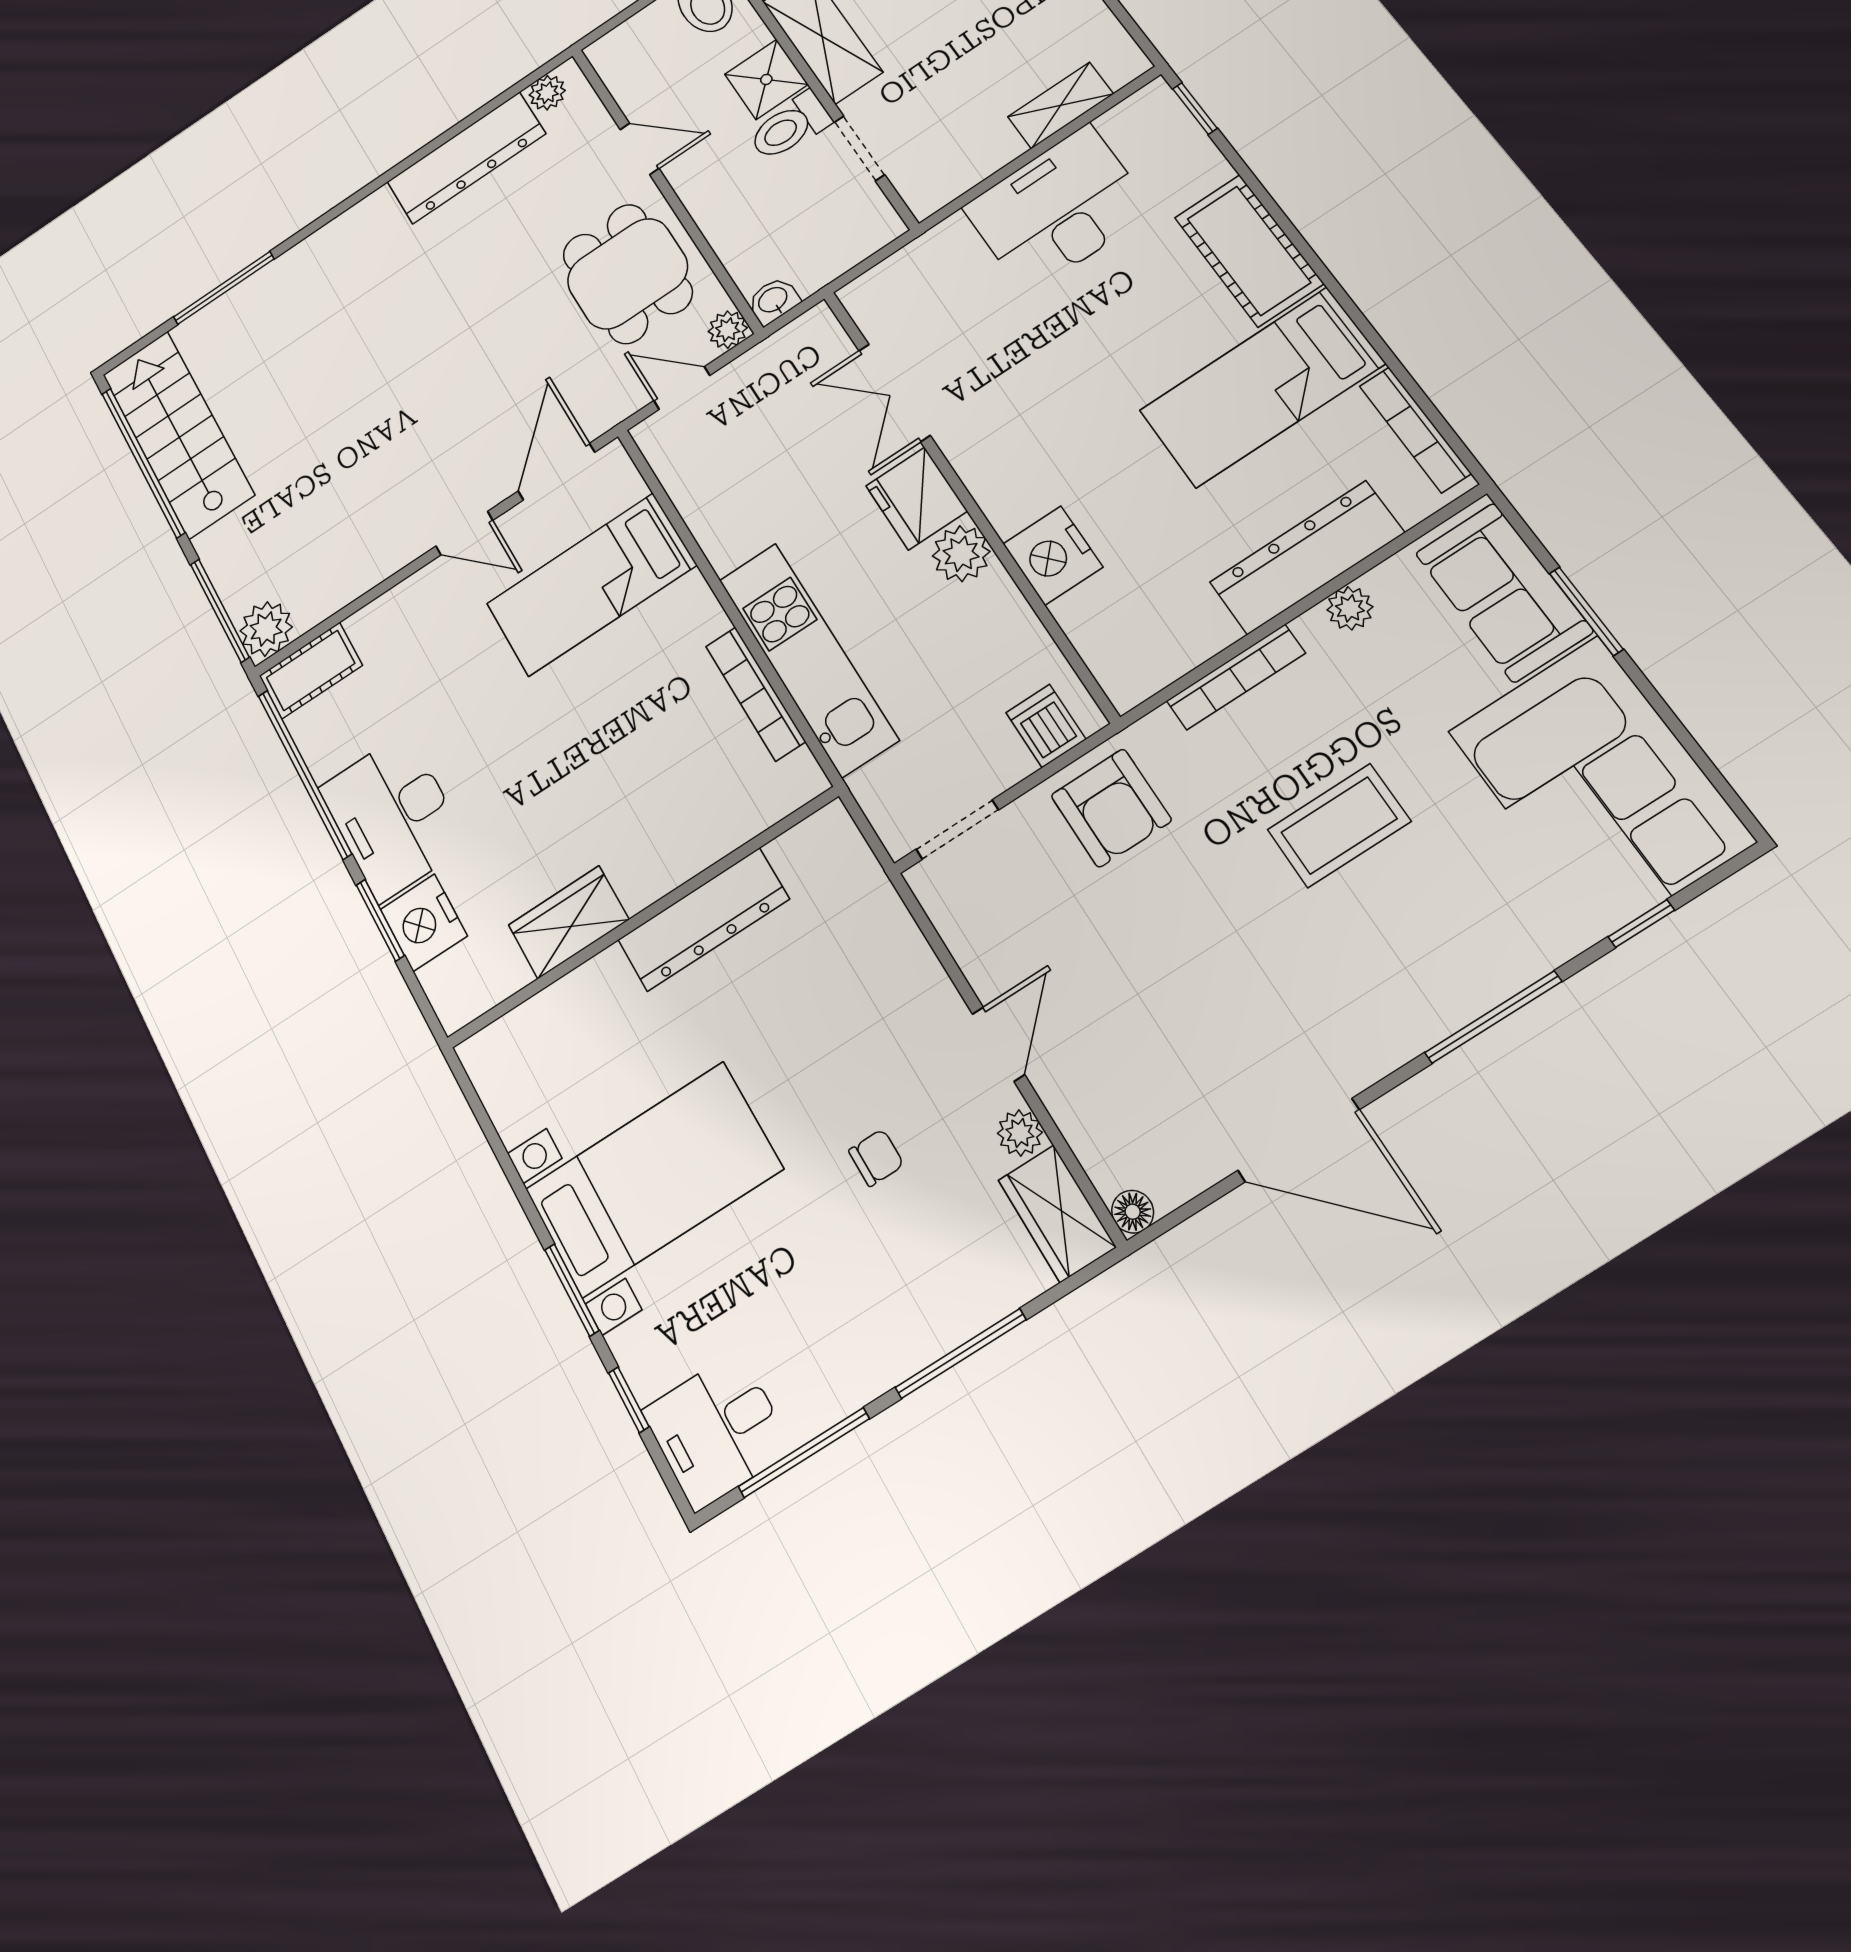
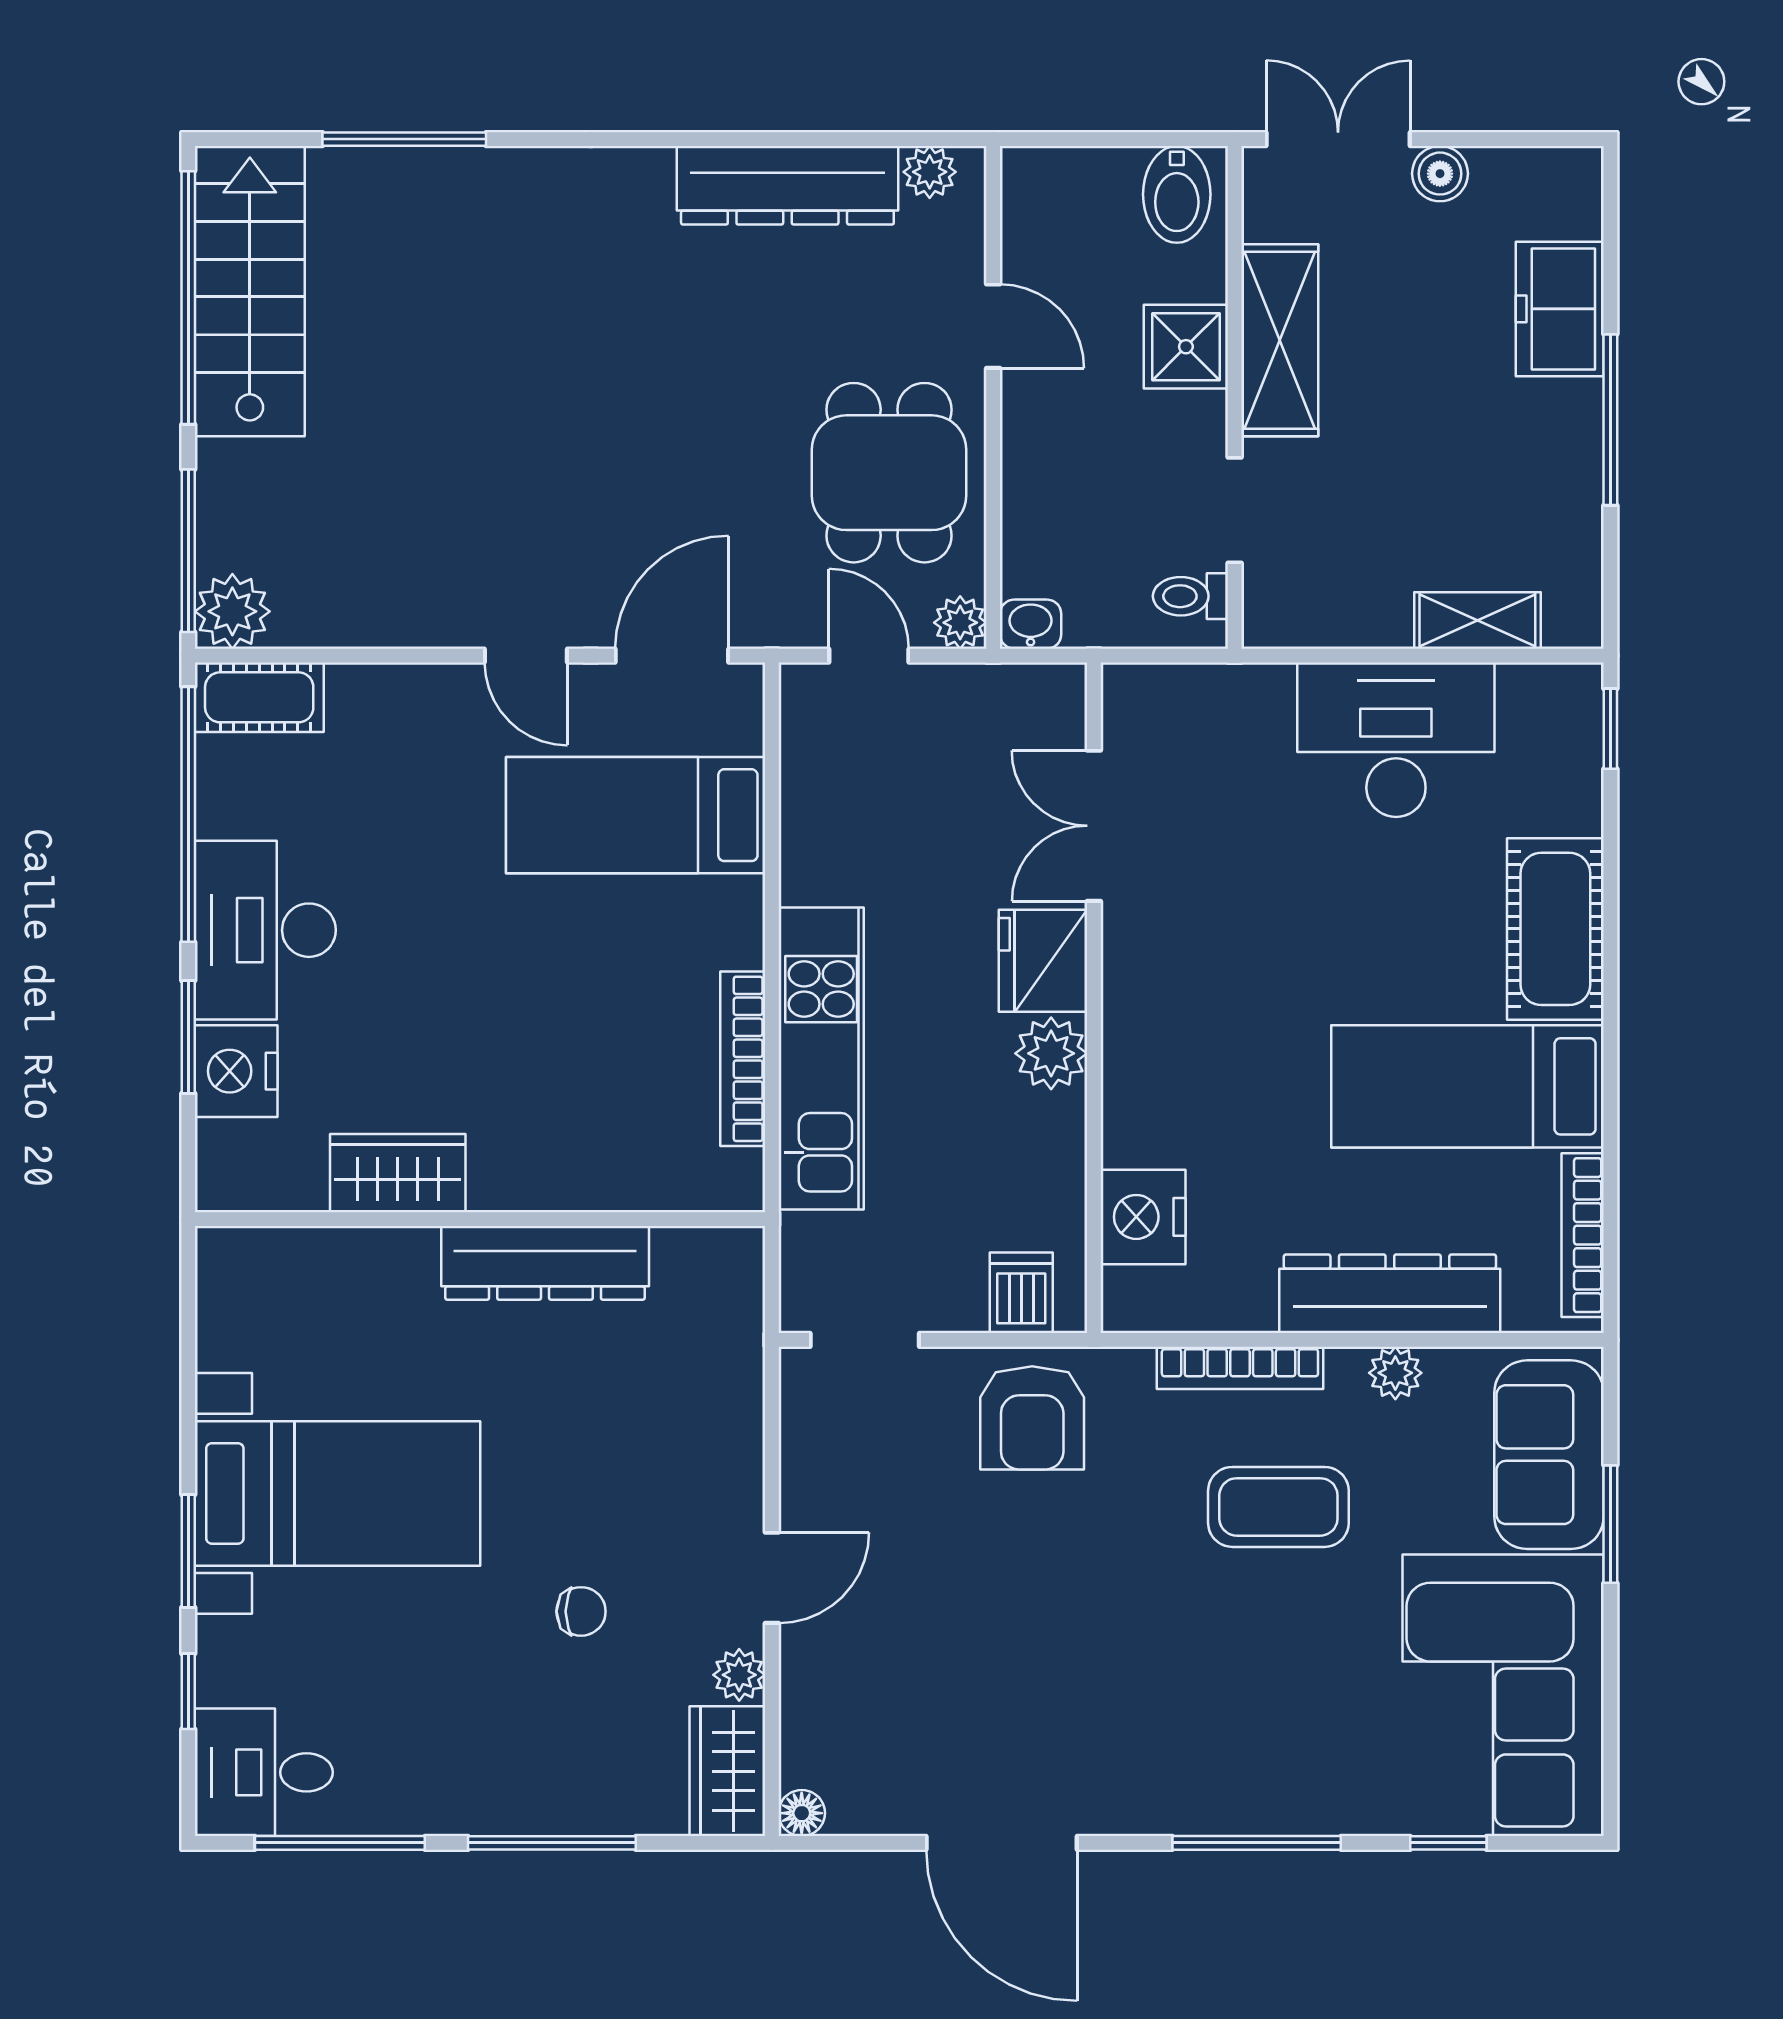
toilet: (790, 127) -> (1190, 596), moved, width x0.73, depth x0.72
nightstand: (1053, 555) -> (1143, 1217), moved
coffee table: (1339, 826) -> (1278, 1507), moved

